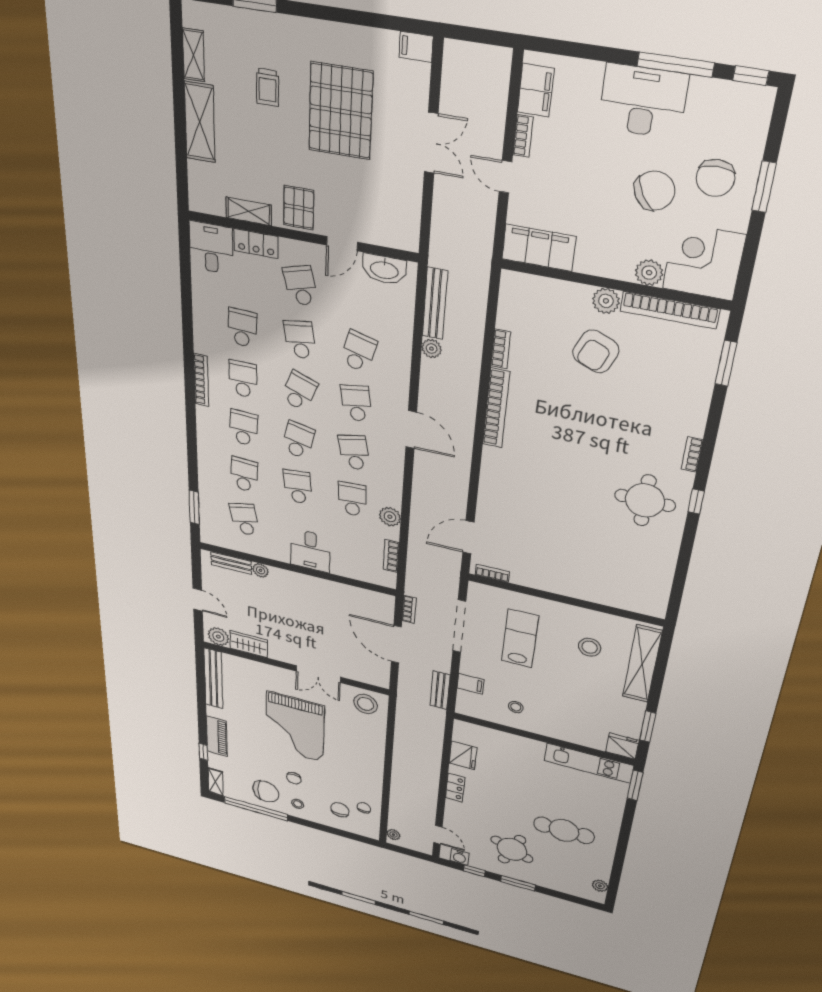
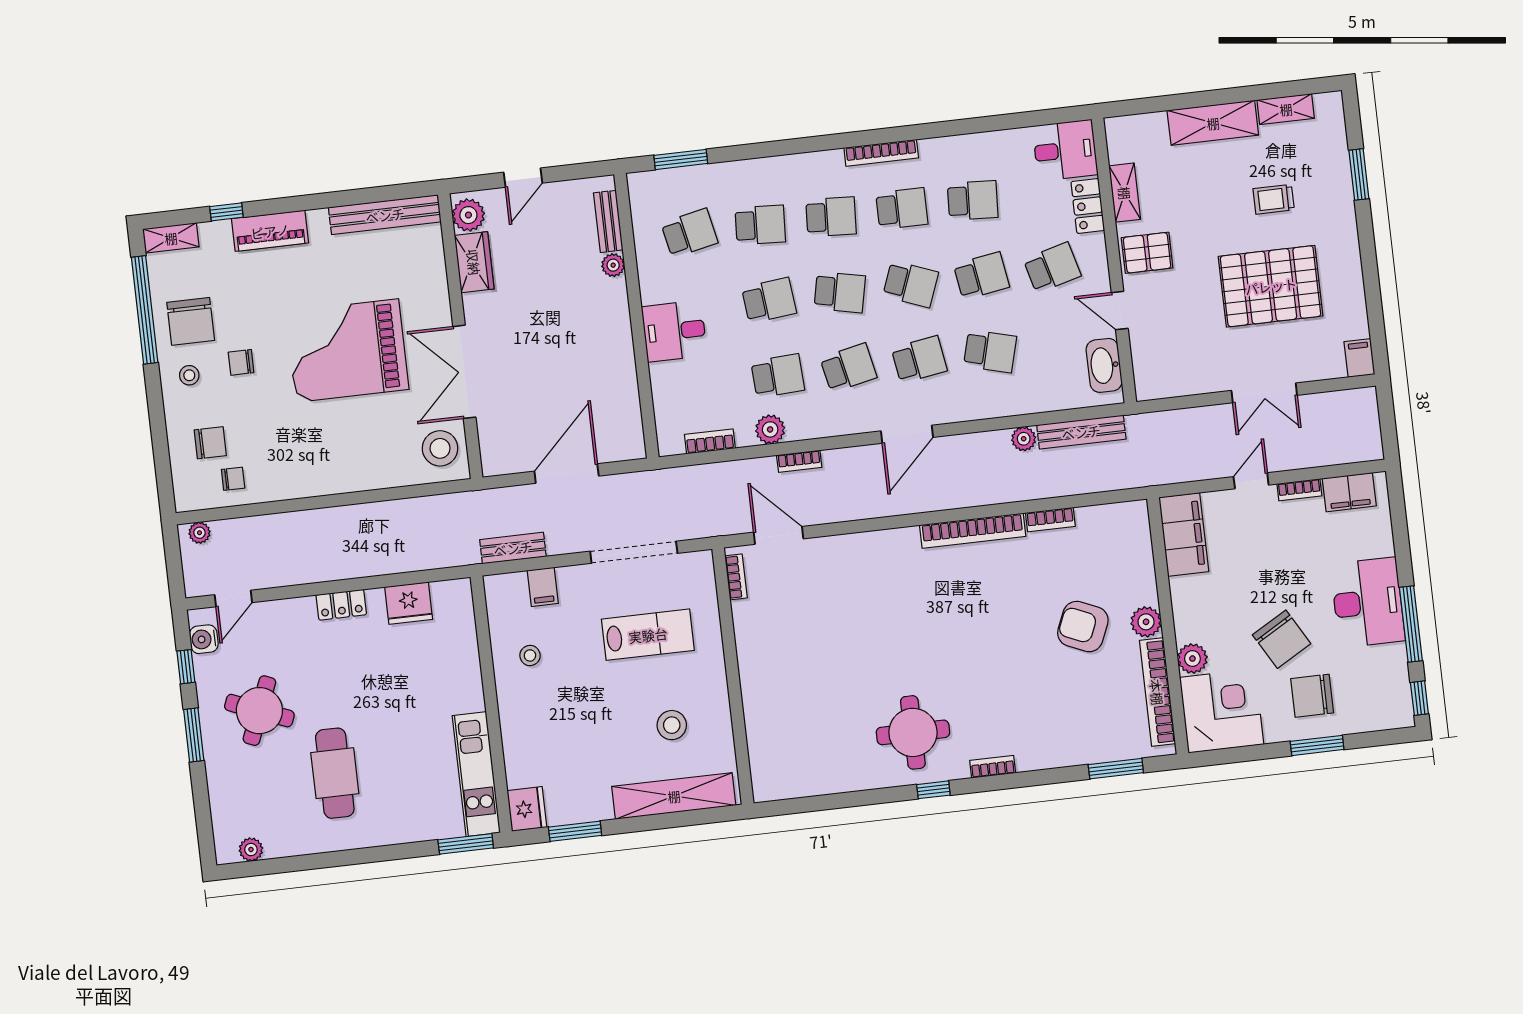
bookcase: (409, 609) -> (799, 461), moved
double door: (318, 674) -> (464, 372), width x1.37

